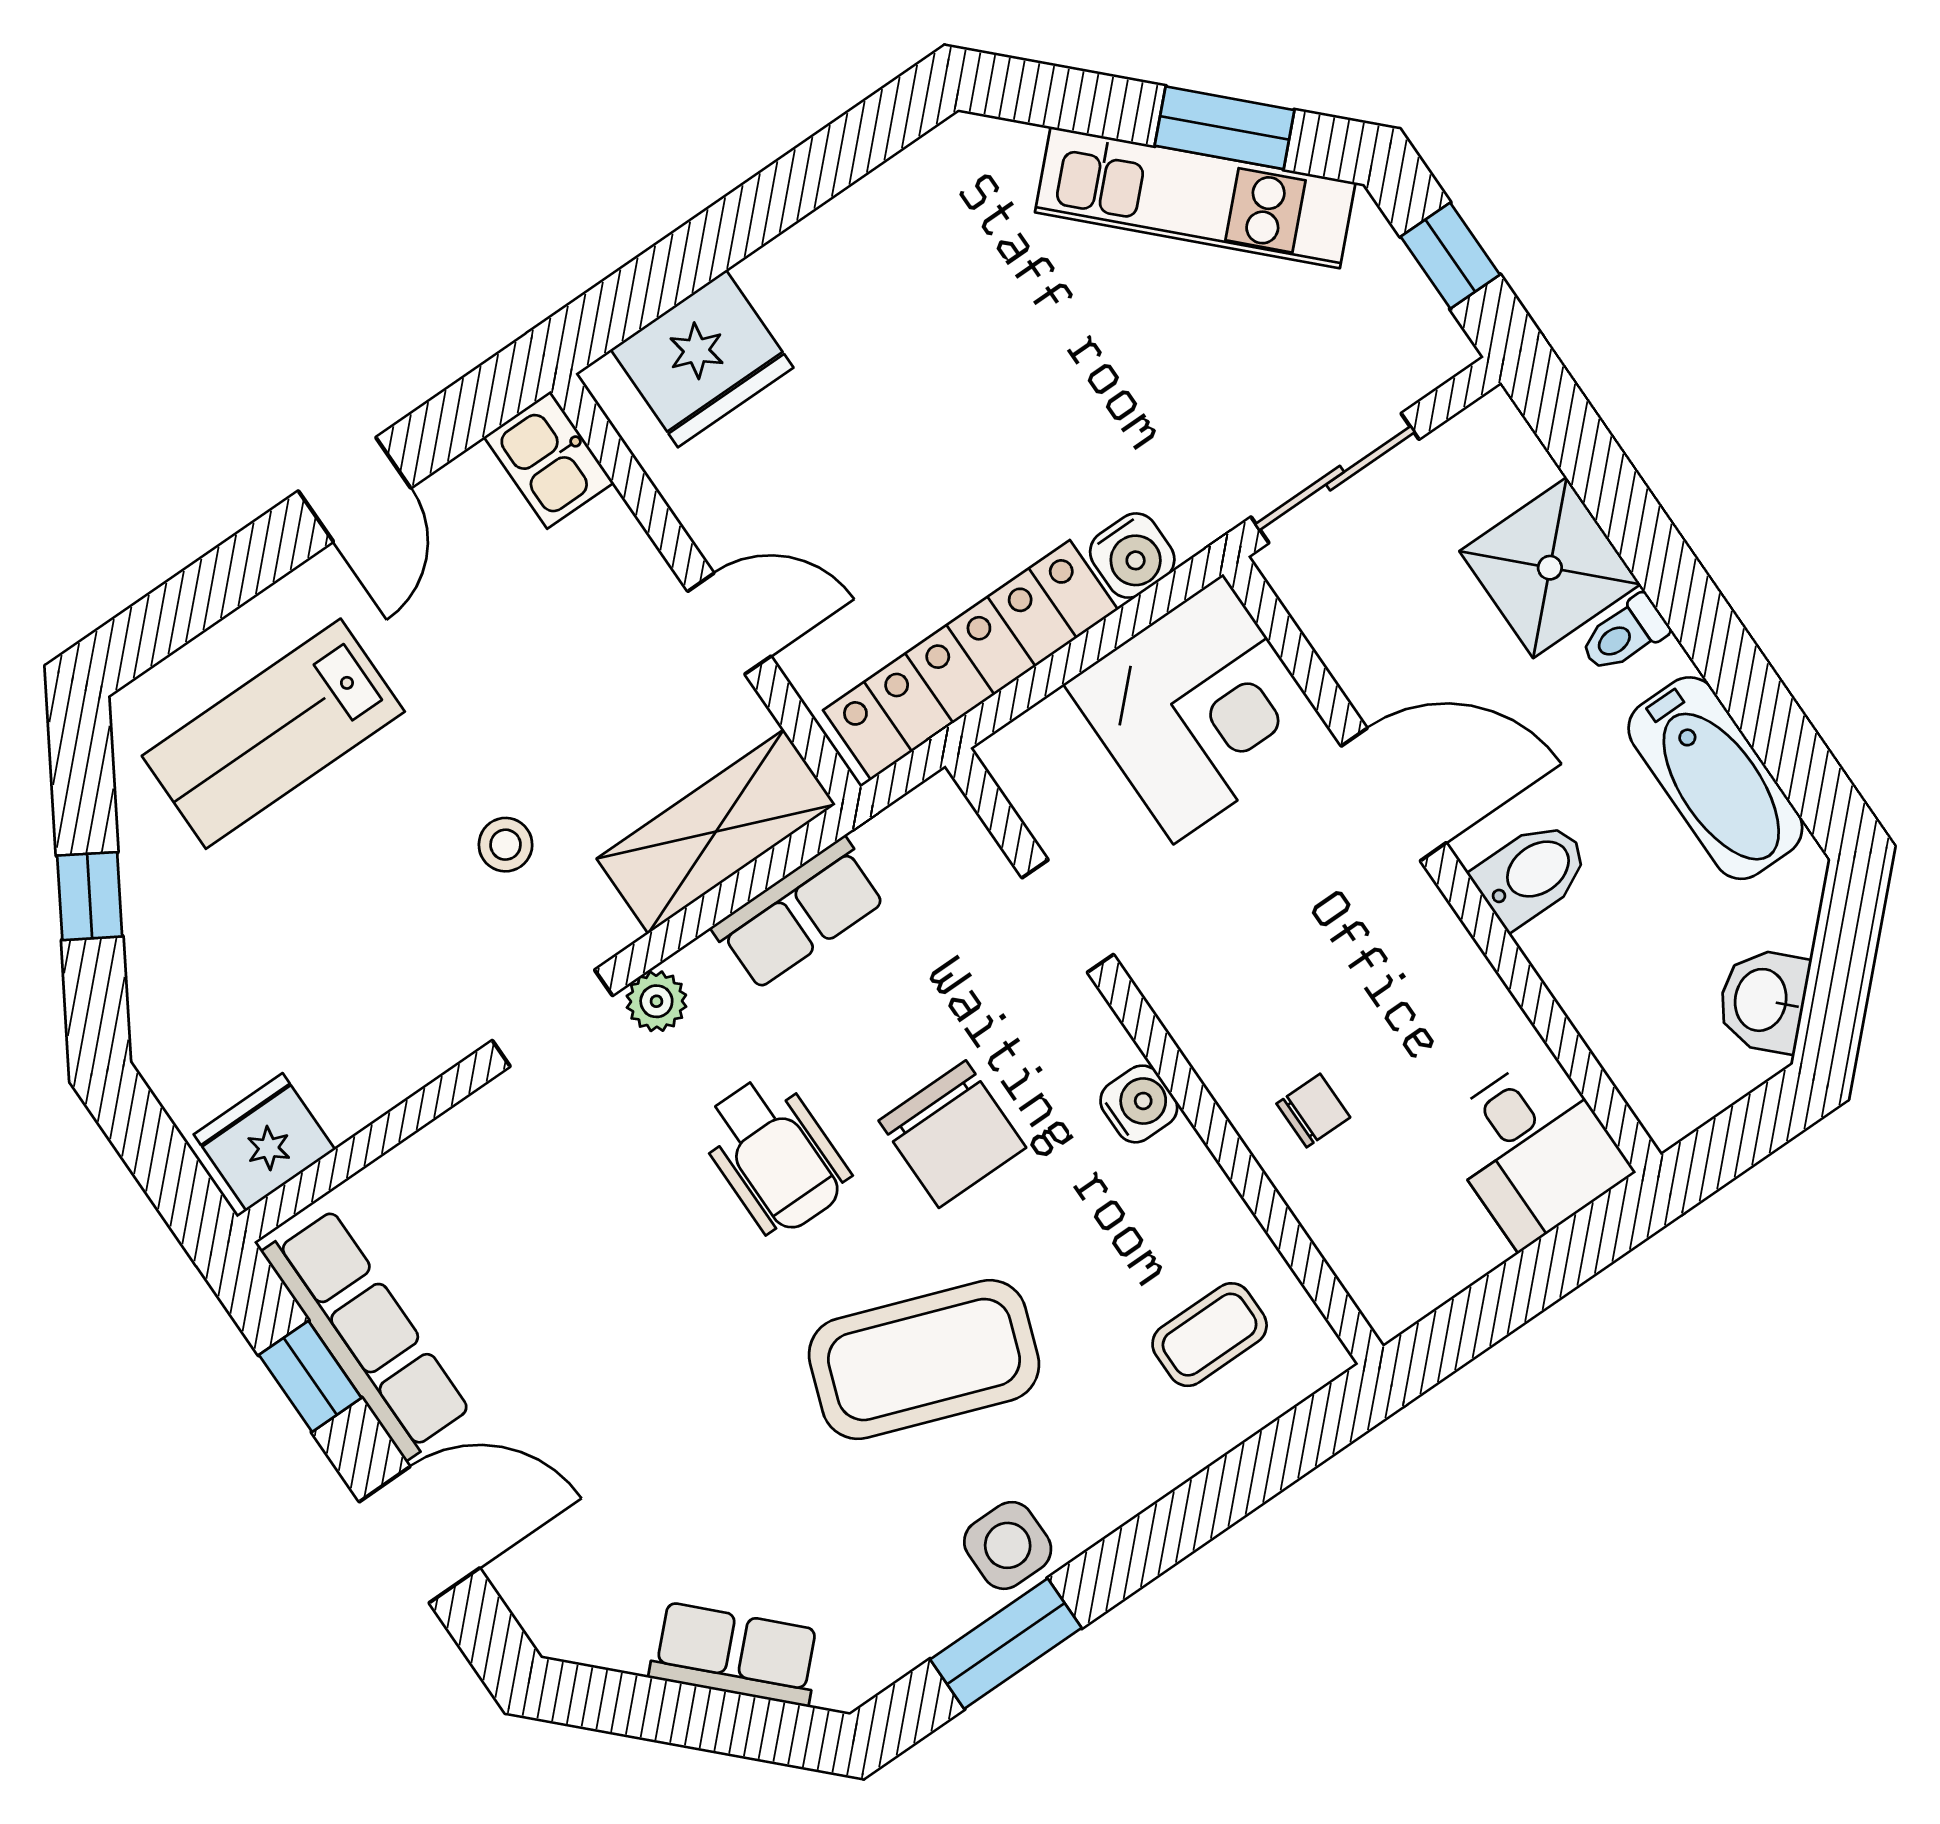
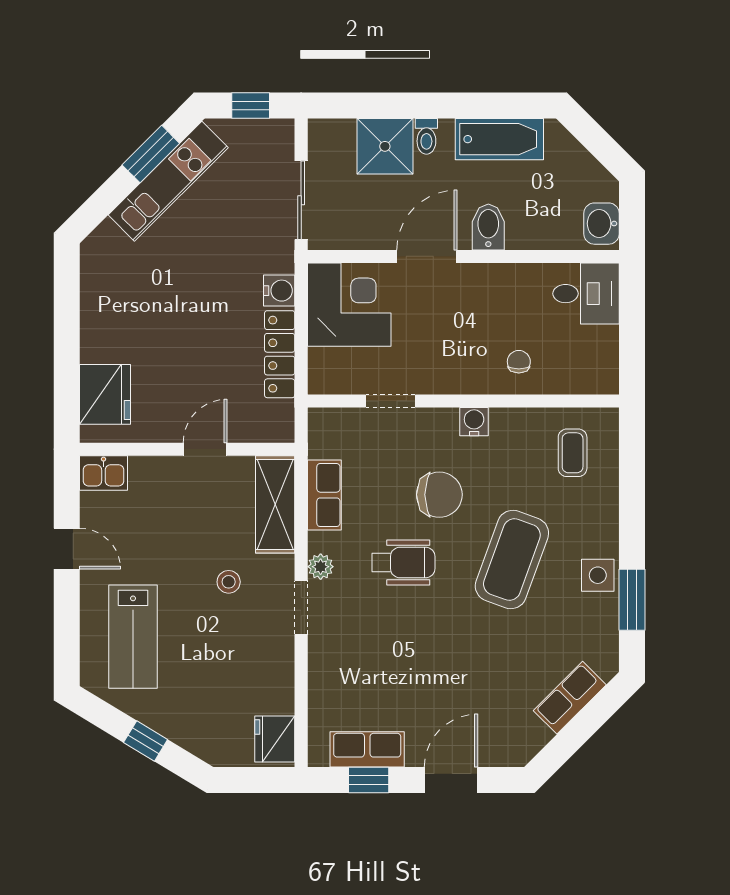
locker: (970, 660) -> (280, 354), width x0.71, depth x0.83
washbasin: (1763, 1000) -> (602, 224), moved, turned 45
row of seats: (367, 1333) -> (367, 749), width x0.68

